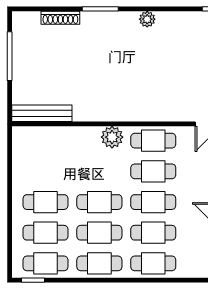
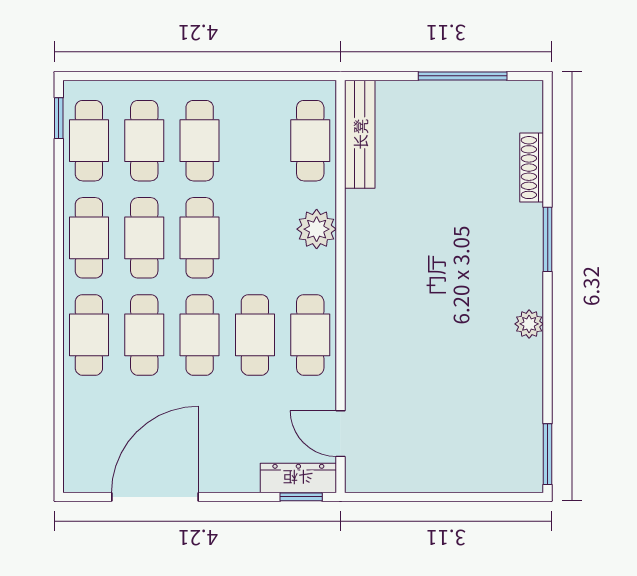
plant: (112, 137) -> (317, 229), moved
cafe table: (45, 141) -> (310, 141), added

